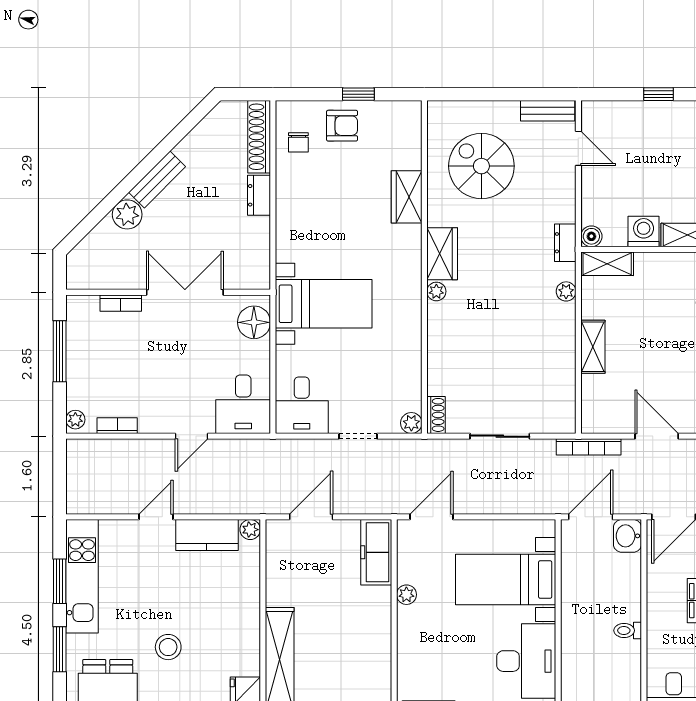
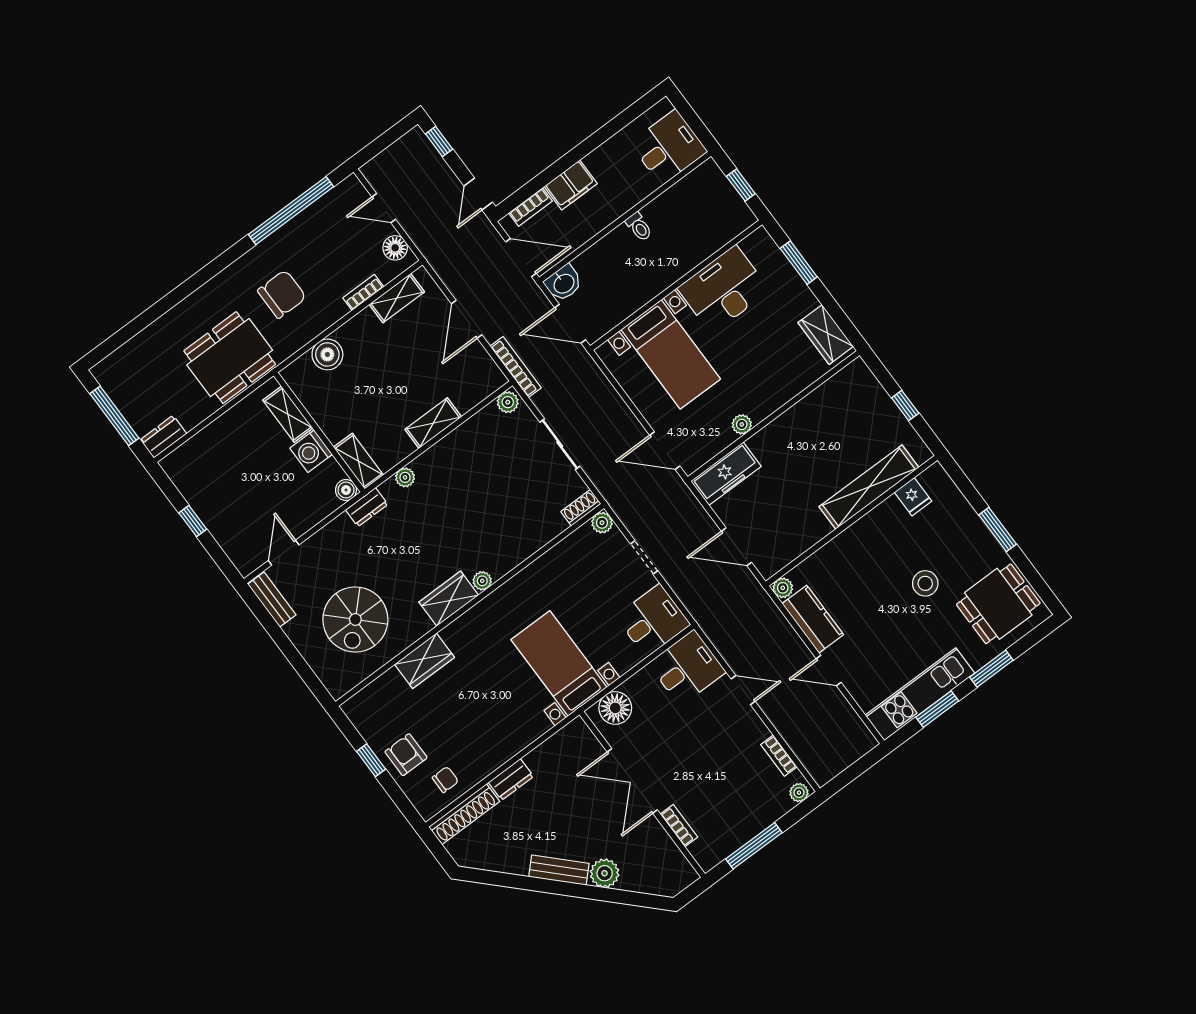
plant: (565, 419) -> (508, 402), added

